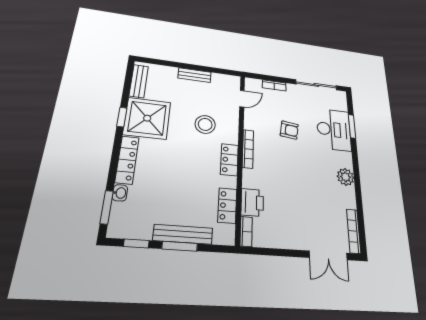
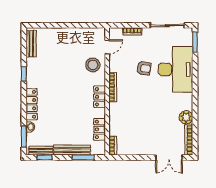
bench: (195, 75) -> (41, 151), moved
shower: (147, 118) -> (41, 72), removed
stool: (205, 124) -> (93, 65), moved
window: (352, 126) -> (195, 42), moved
desk: (334, 130) -> (176, 69), width x1.36, depth x1.30
plant: (345, 177) -> (186, 117), moved
printer: (252, 202) -> (116, 126), removed
window: (180, 246) -> (83, 157), moved

